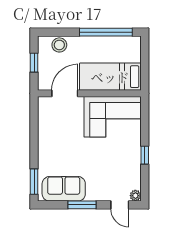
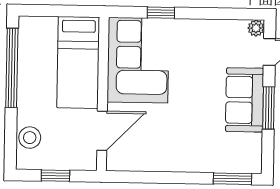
door: (65, 93) -> (102, 131), swing flipped
window: (145, 155) -> (161, 13), moved
sofa: (64, 189) -> (245, 100), moved

